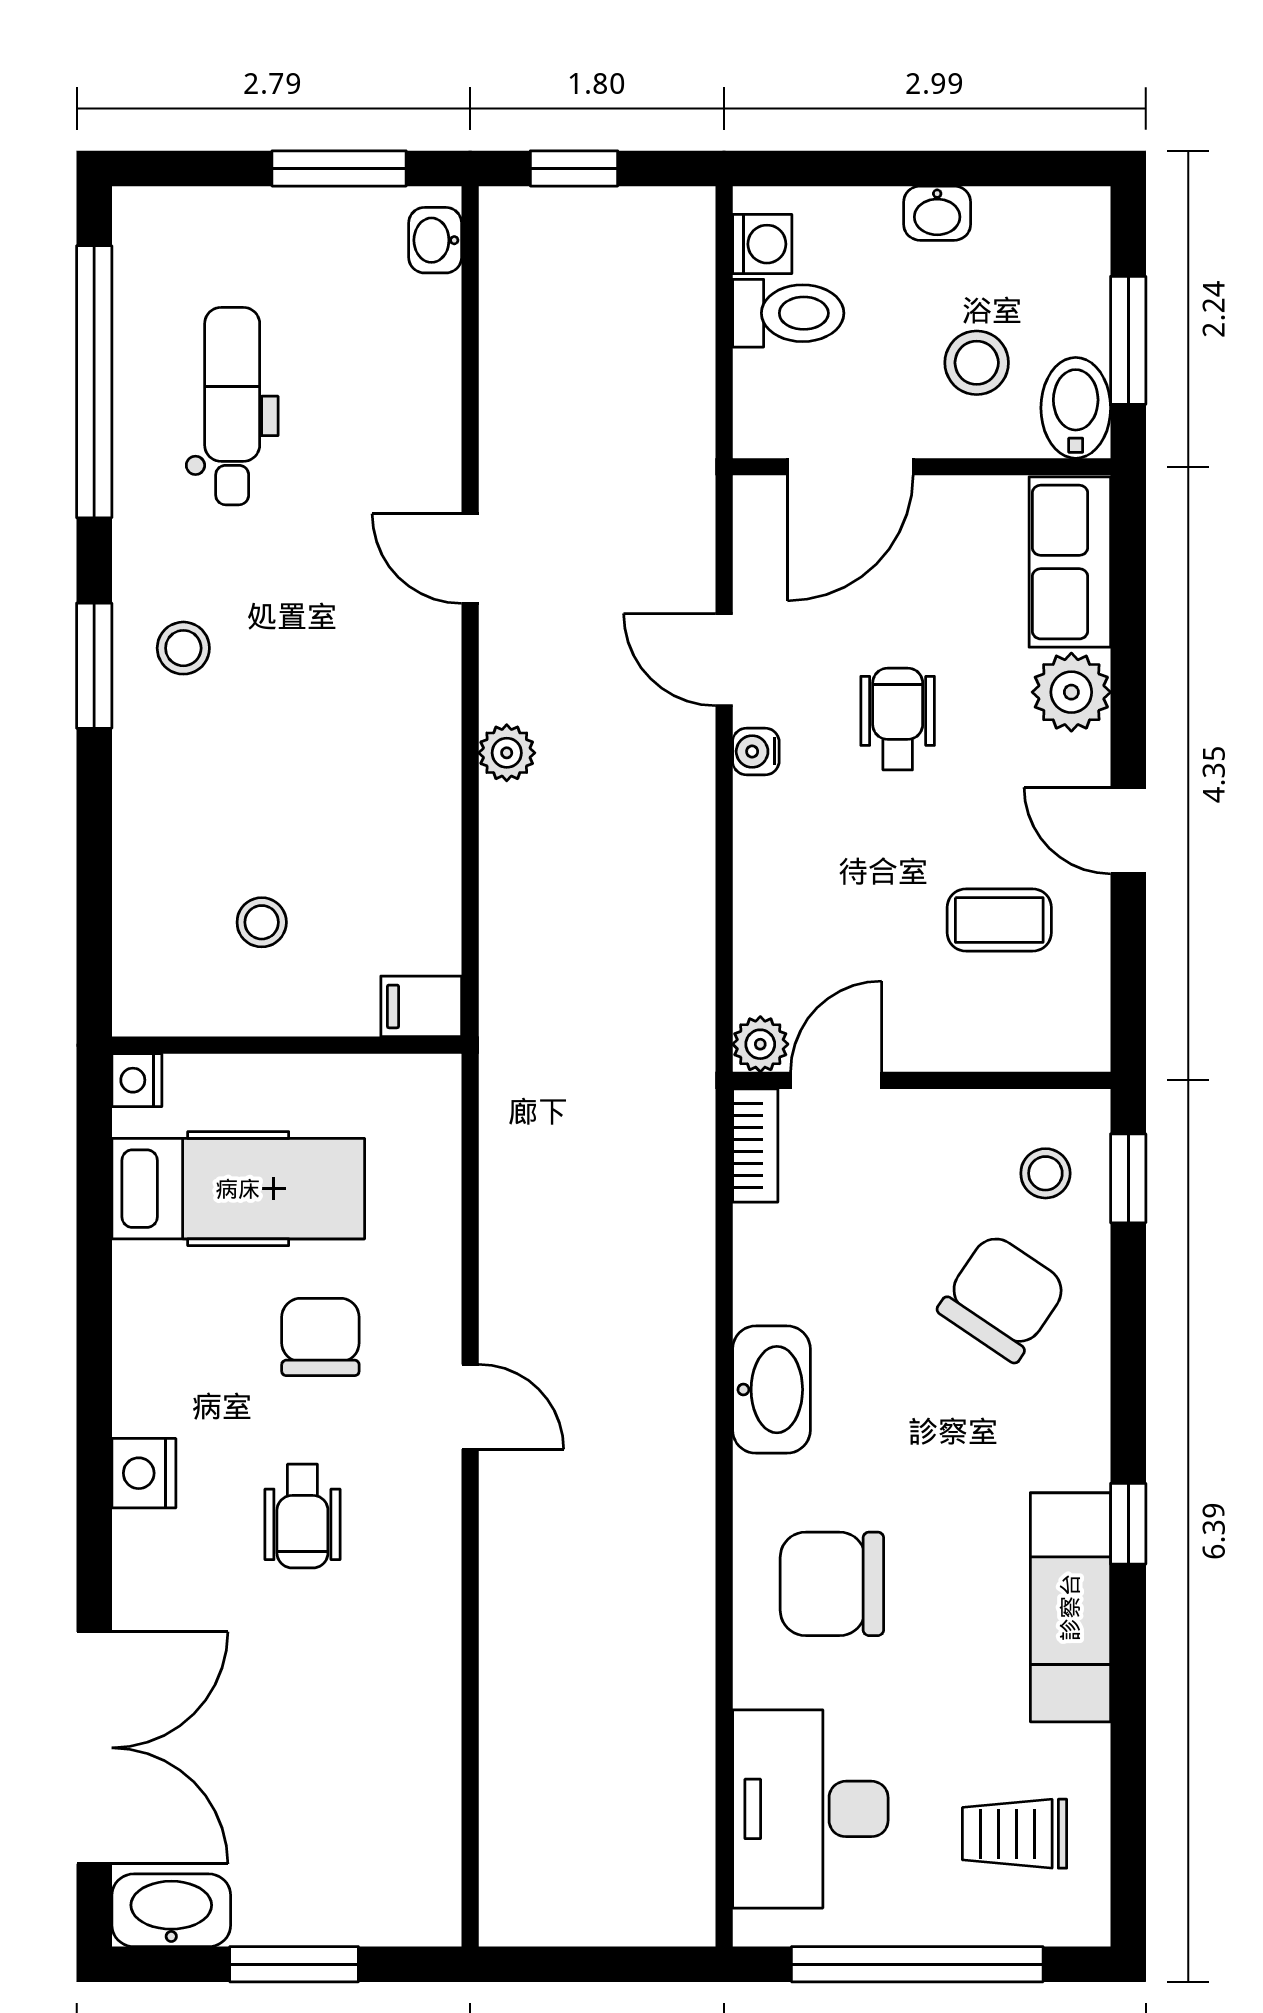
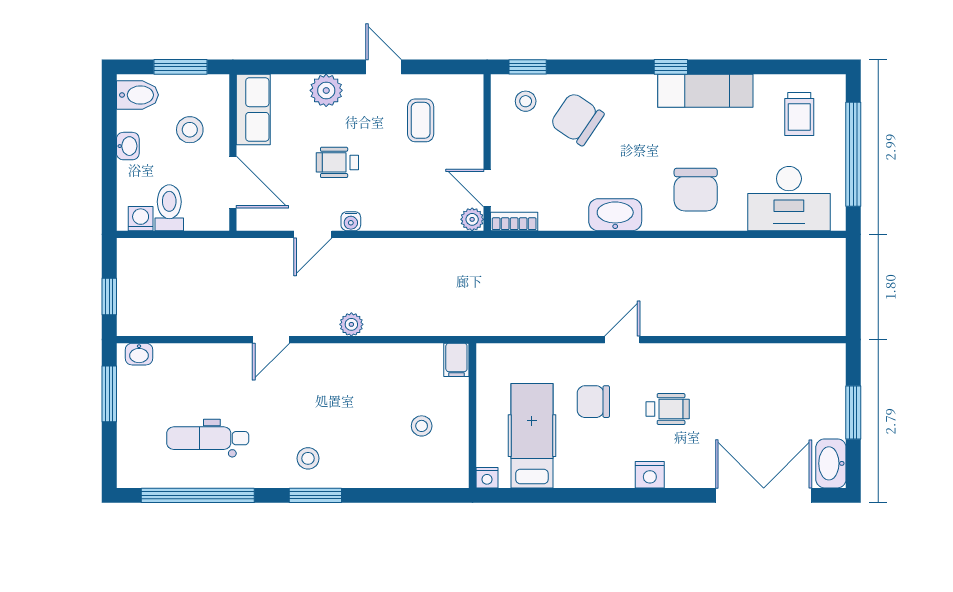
bidet: (1076, 408) -> (137, 95), moved, turned 180
row of seats: (1070, 562) -> (253, 110), moved, turned -90
door: (1128, 831) -> (384, 67), swing flipped

